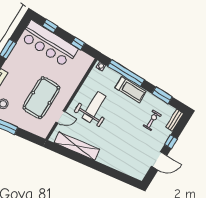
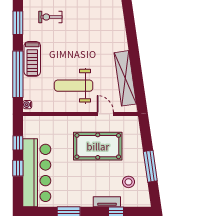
window: (50, 26) -> (18, 168), moved
treadmill: (131, 90) -> (32, 59), turned 180

